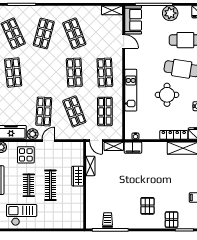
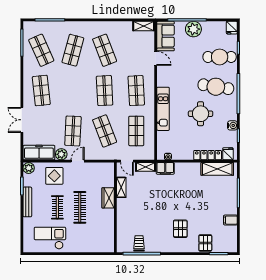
plant: (170, 13) -> (193, 29), moved

